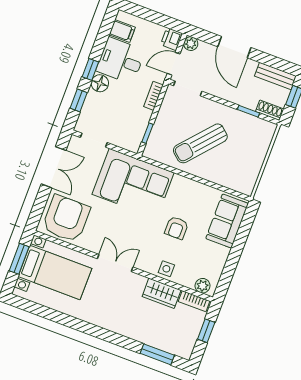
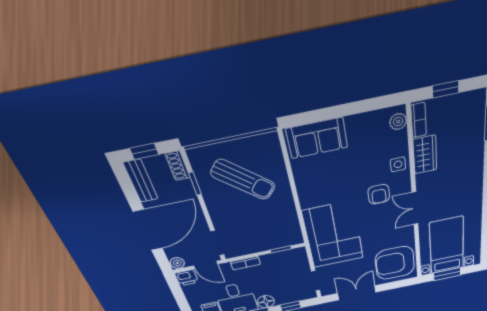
door: (234, 47) -> (148, 230), width x1.36
sun lounger: (200, 143) -> (243, 180), moved
armchair: (176, 228) -> (379, 194), moved, turned 90

